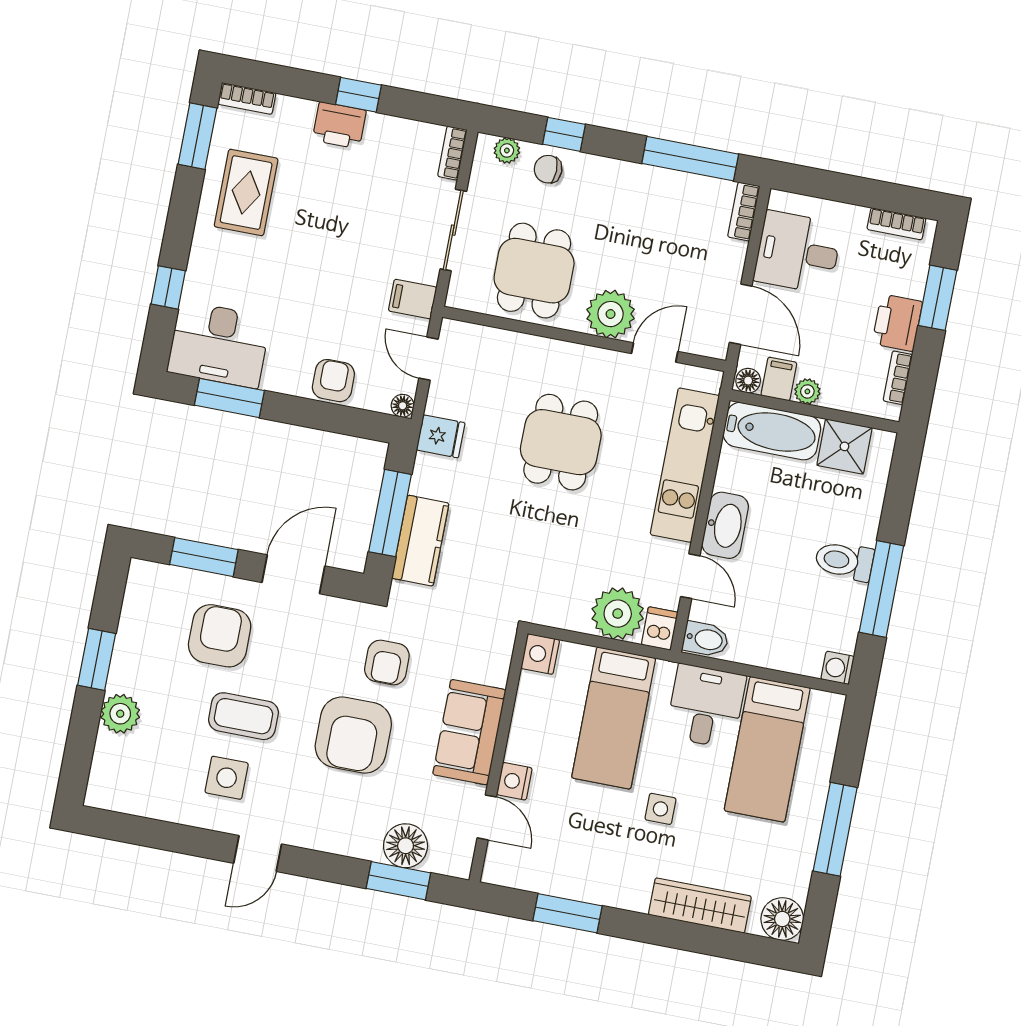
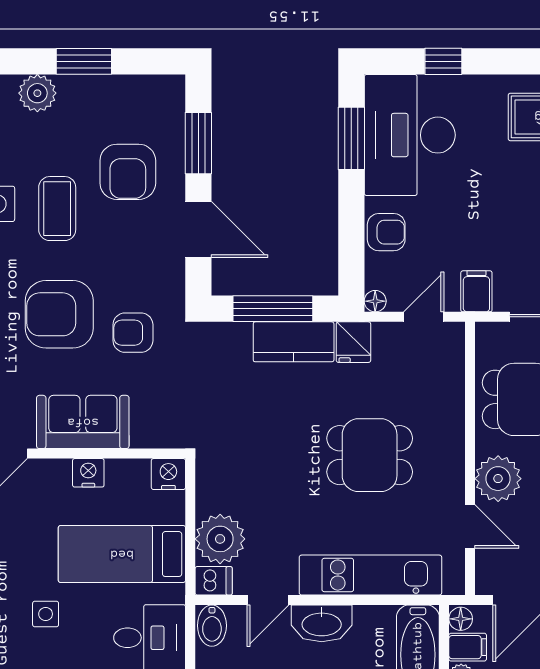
desk: (219, 345) -> (410, 135), width x1.36, depth x1.30
kitchen counter: (420, 541) -> (294, 342), moved
armchair: (220, 636) -> (128, 172), turned 90
nightstand: (514, 781) -> (88, 473), moved

